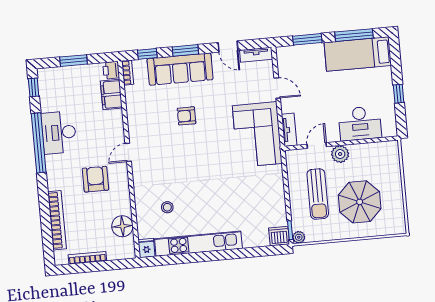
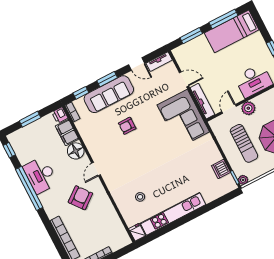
tv unit: (289, 130) -> (202, 101), width x1.41
armchair: (95, 179) -> (80, 198), turned 52
floor lamp: (122, 226) -> (76, 151), moved
dishwasher: (279, 236) -> (221, 169), moved, turned -90

